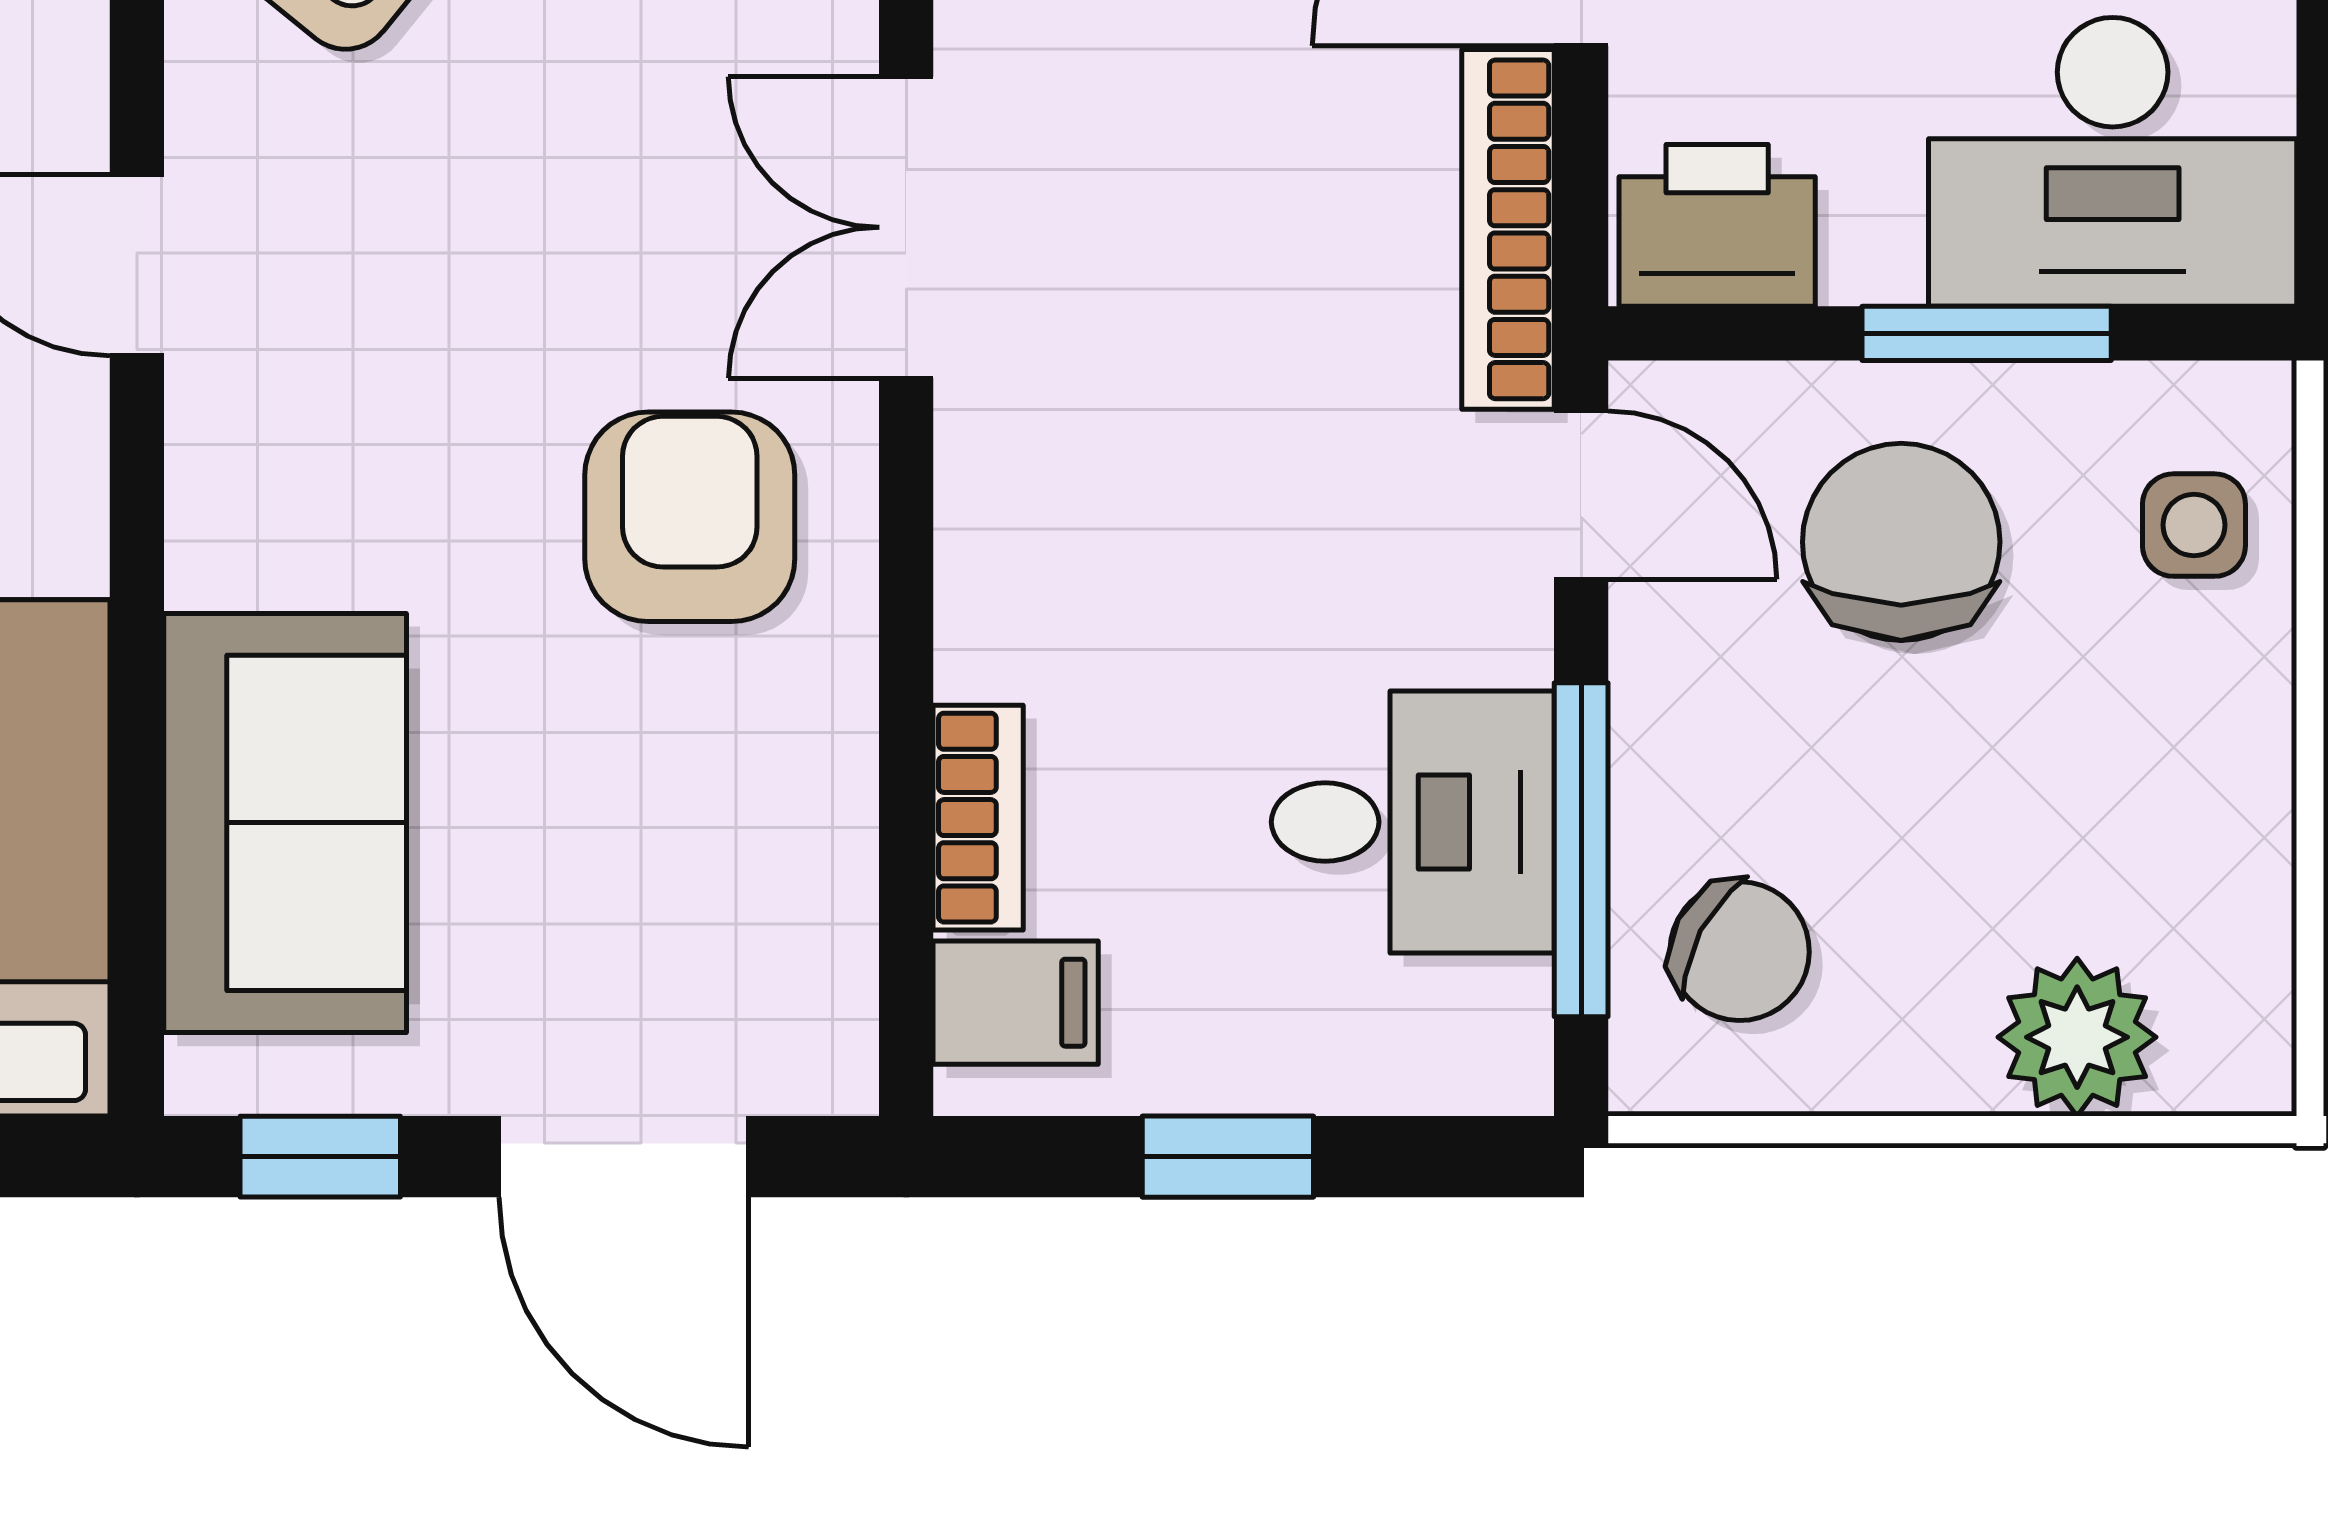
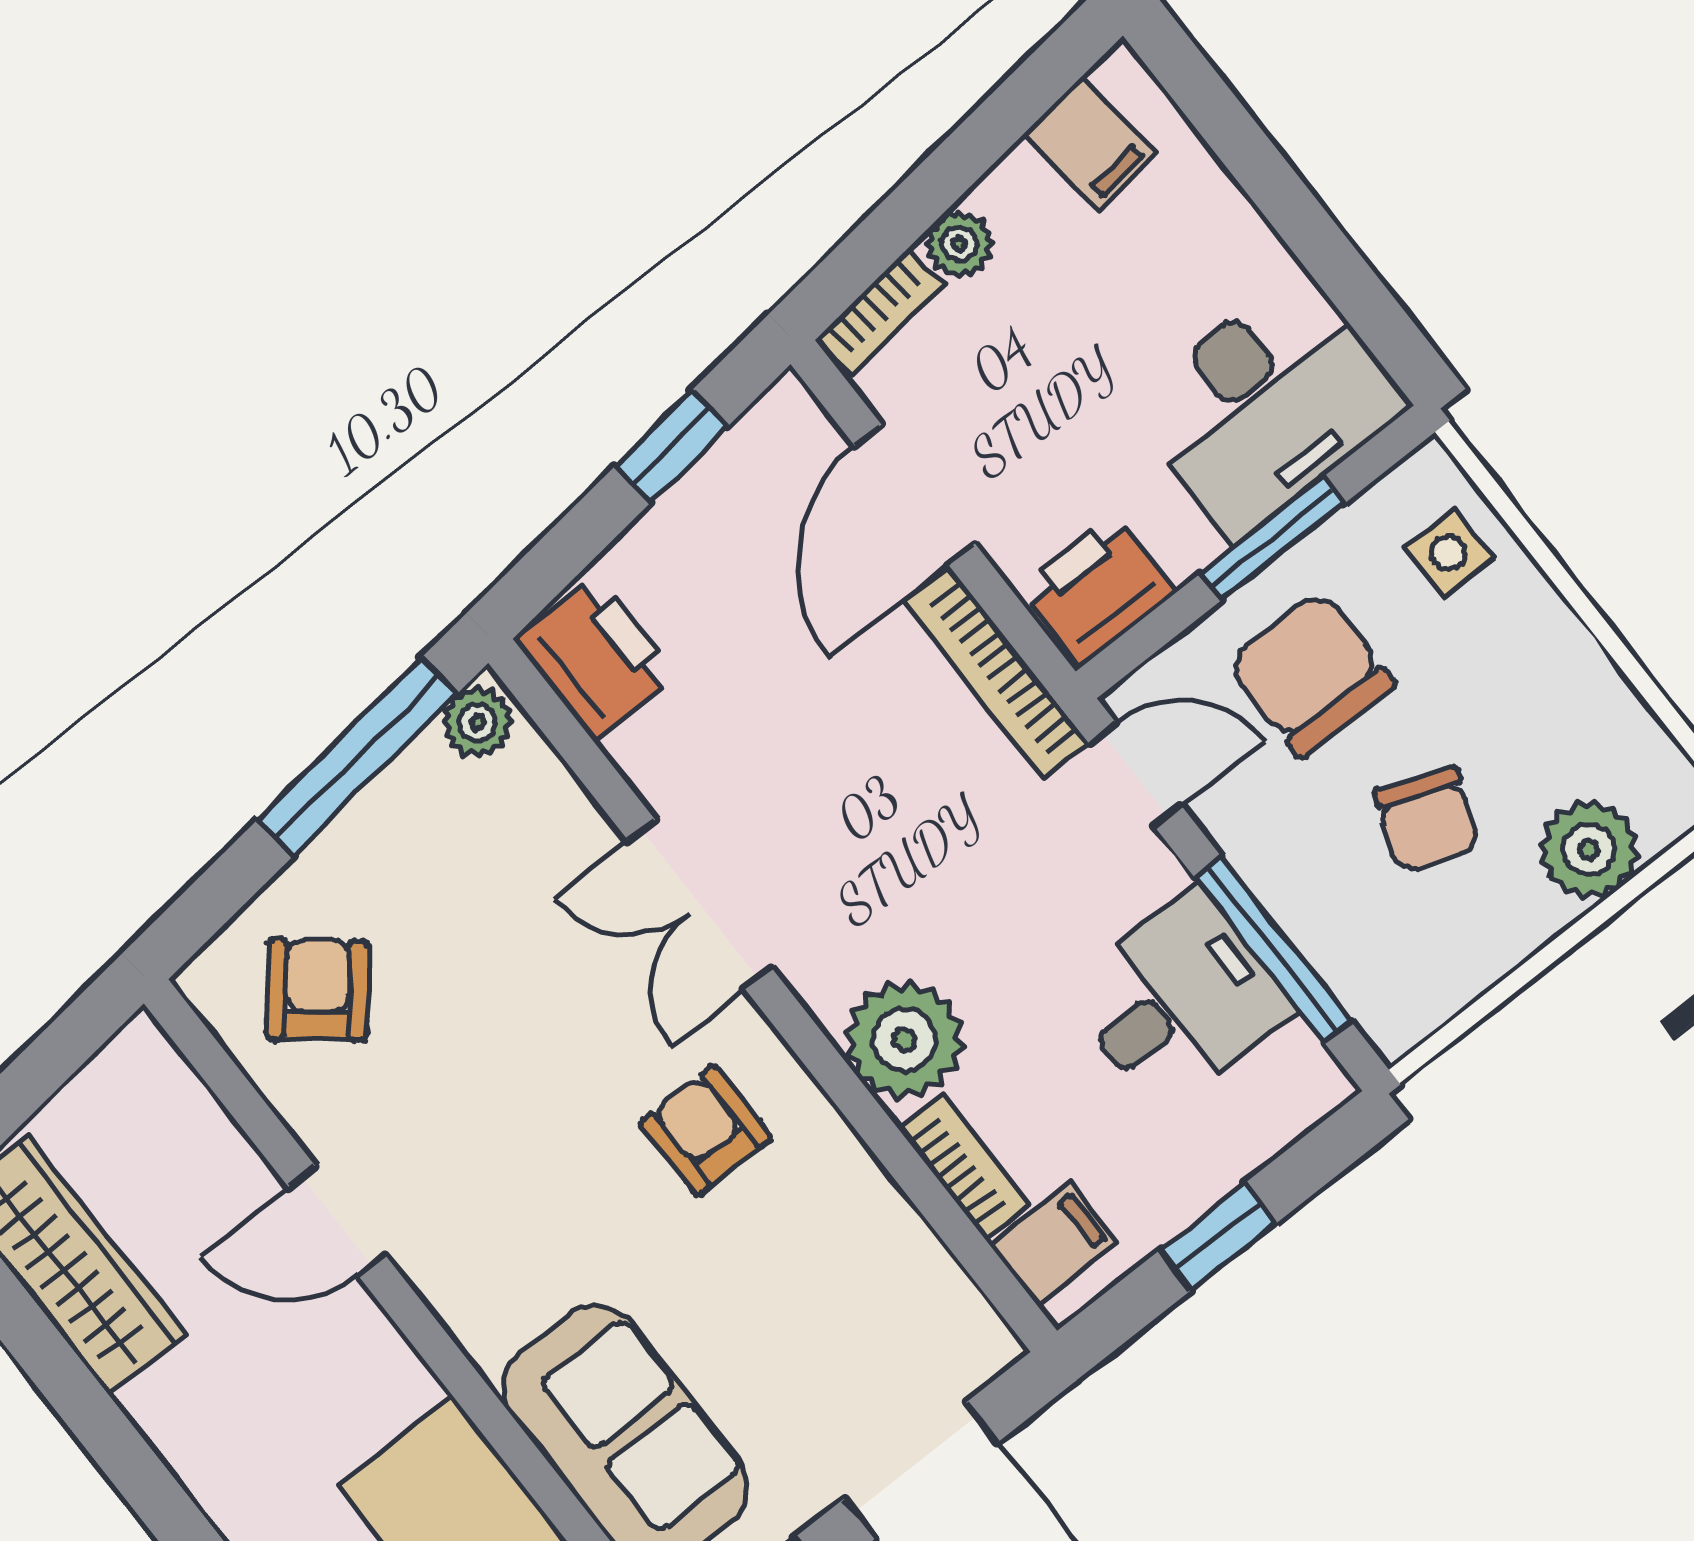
armchair: (690, 517) -> (706, 1130), width x0.72, depth x0.72
plant: (1029, 599) -> (904, 1040), added
chair: (1740, 951) -> (1427, 820), moved, turned 84

